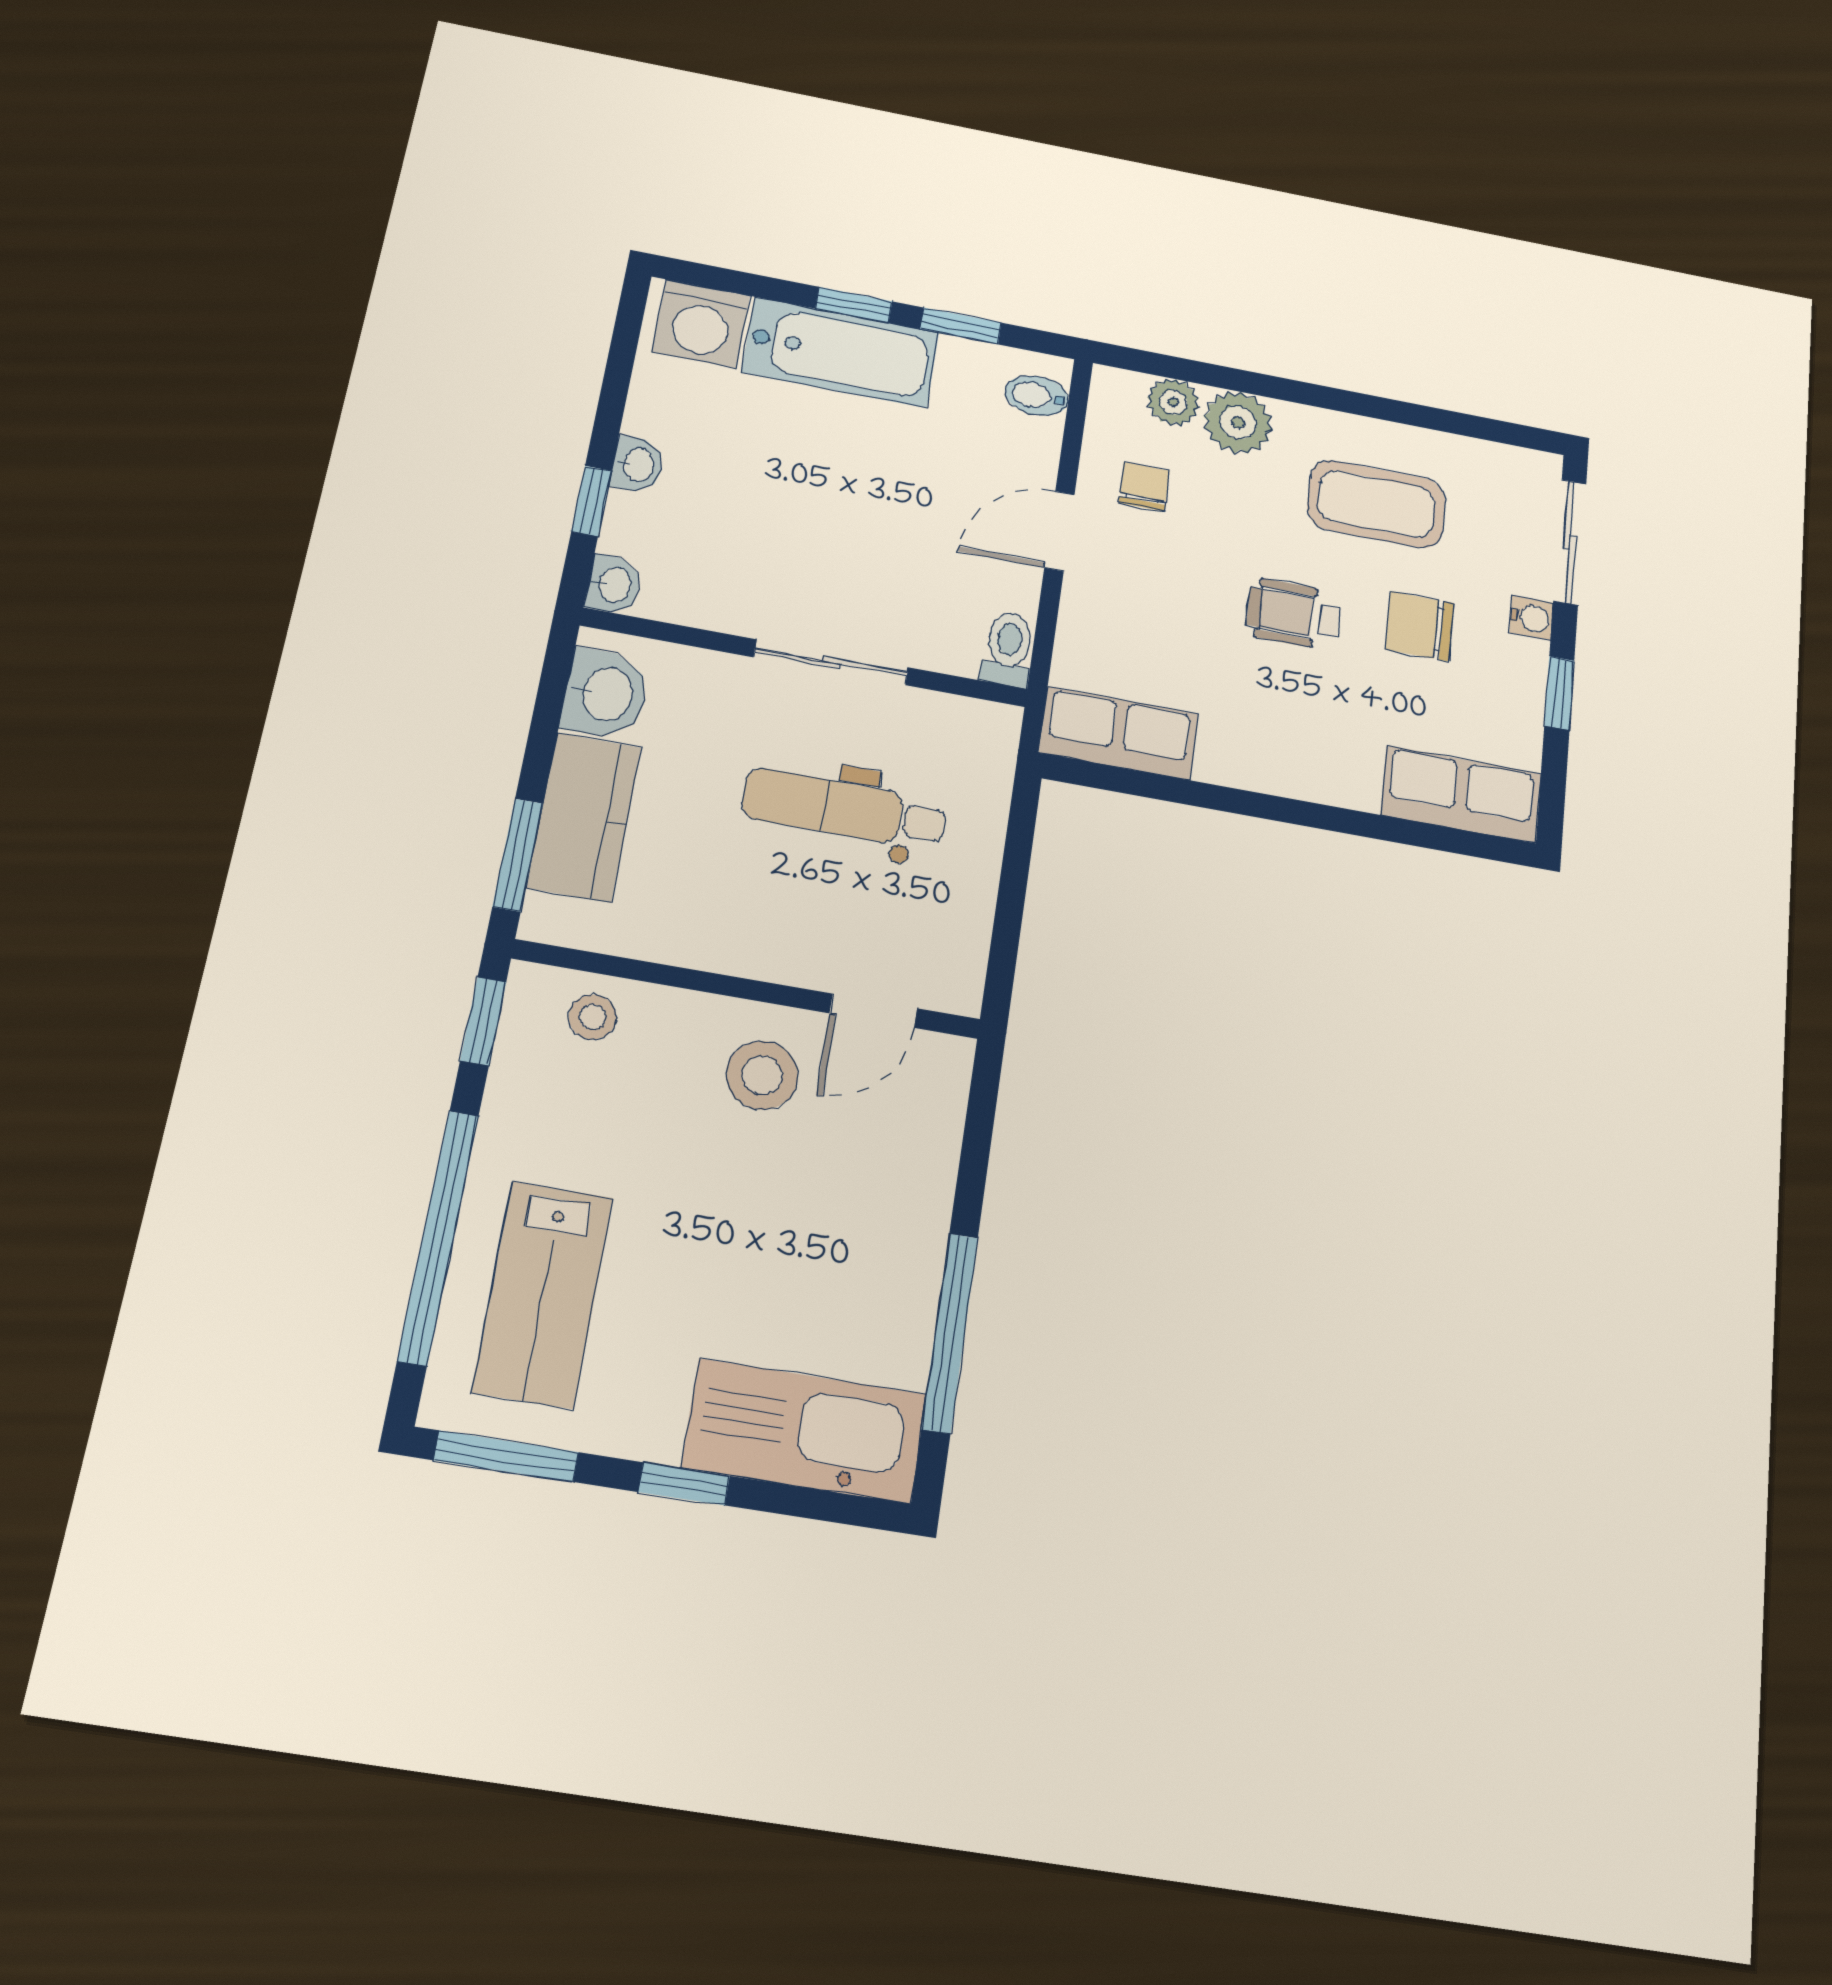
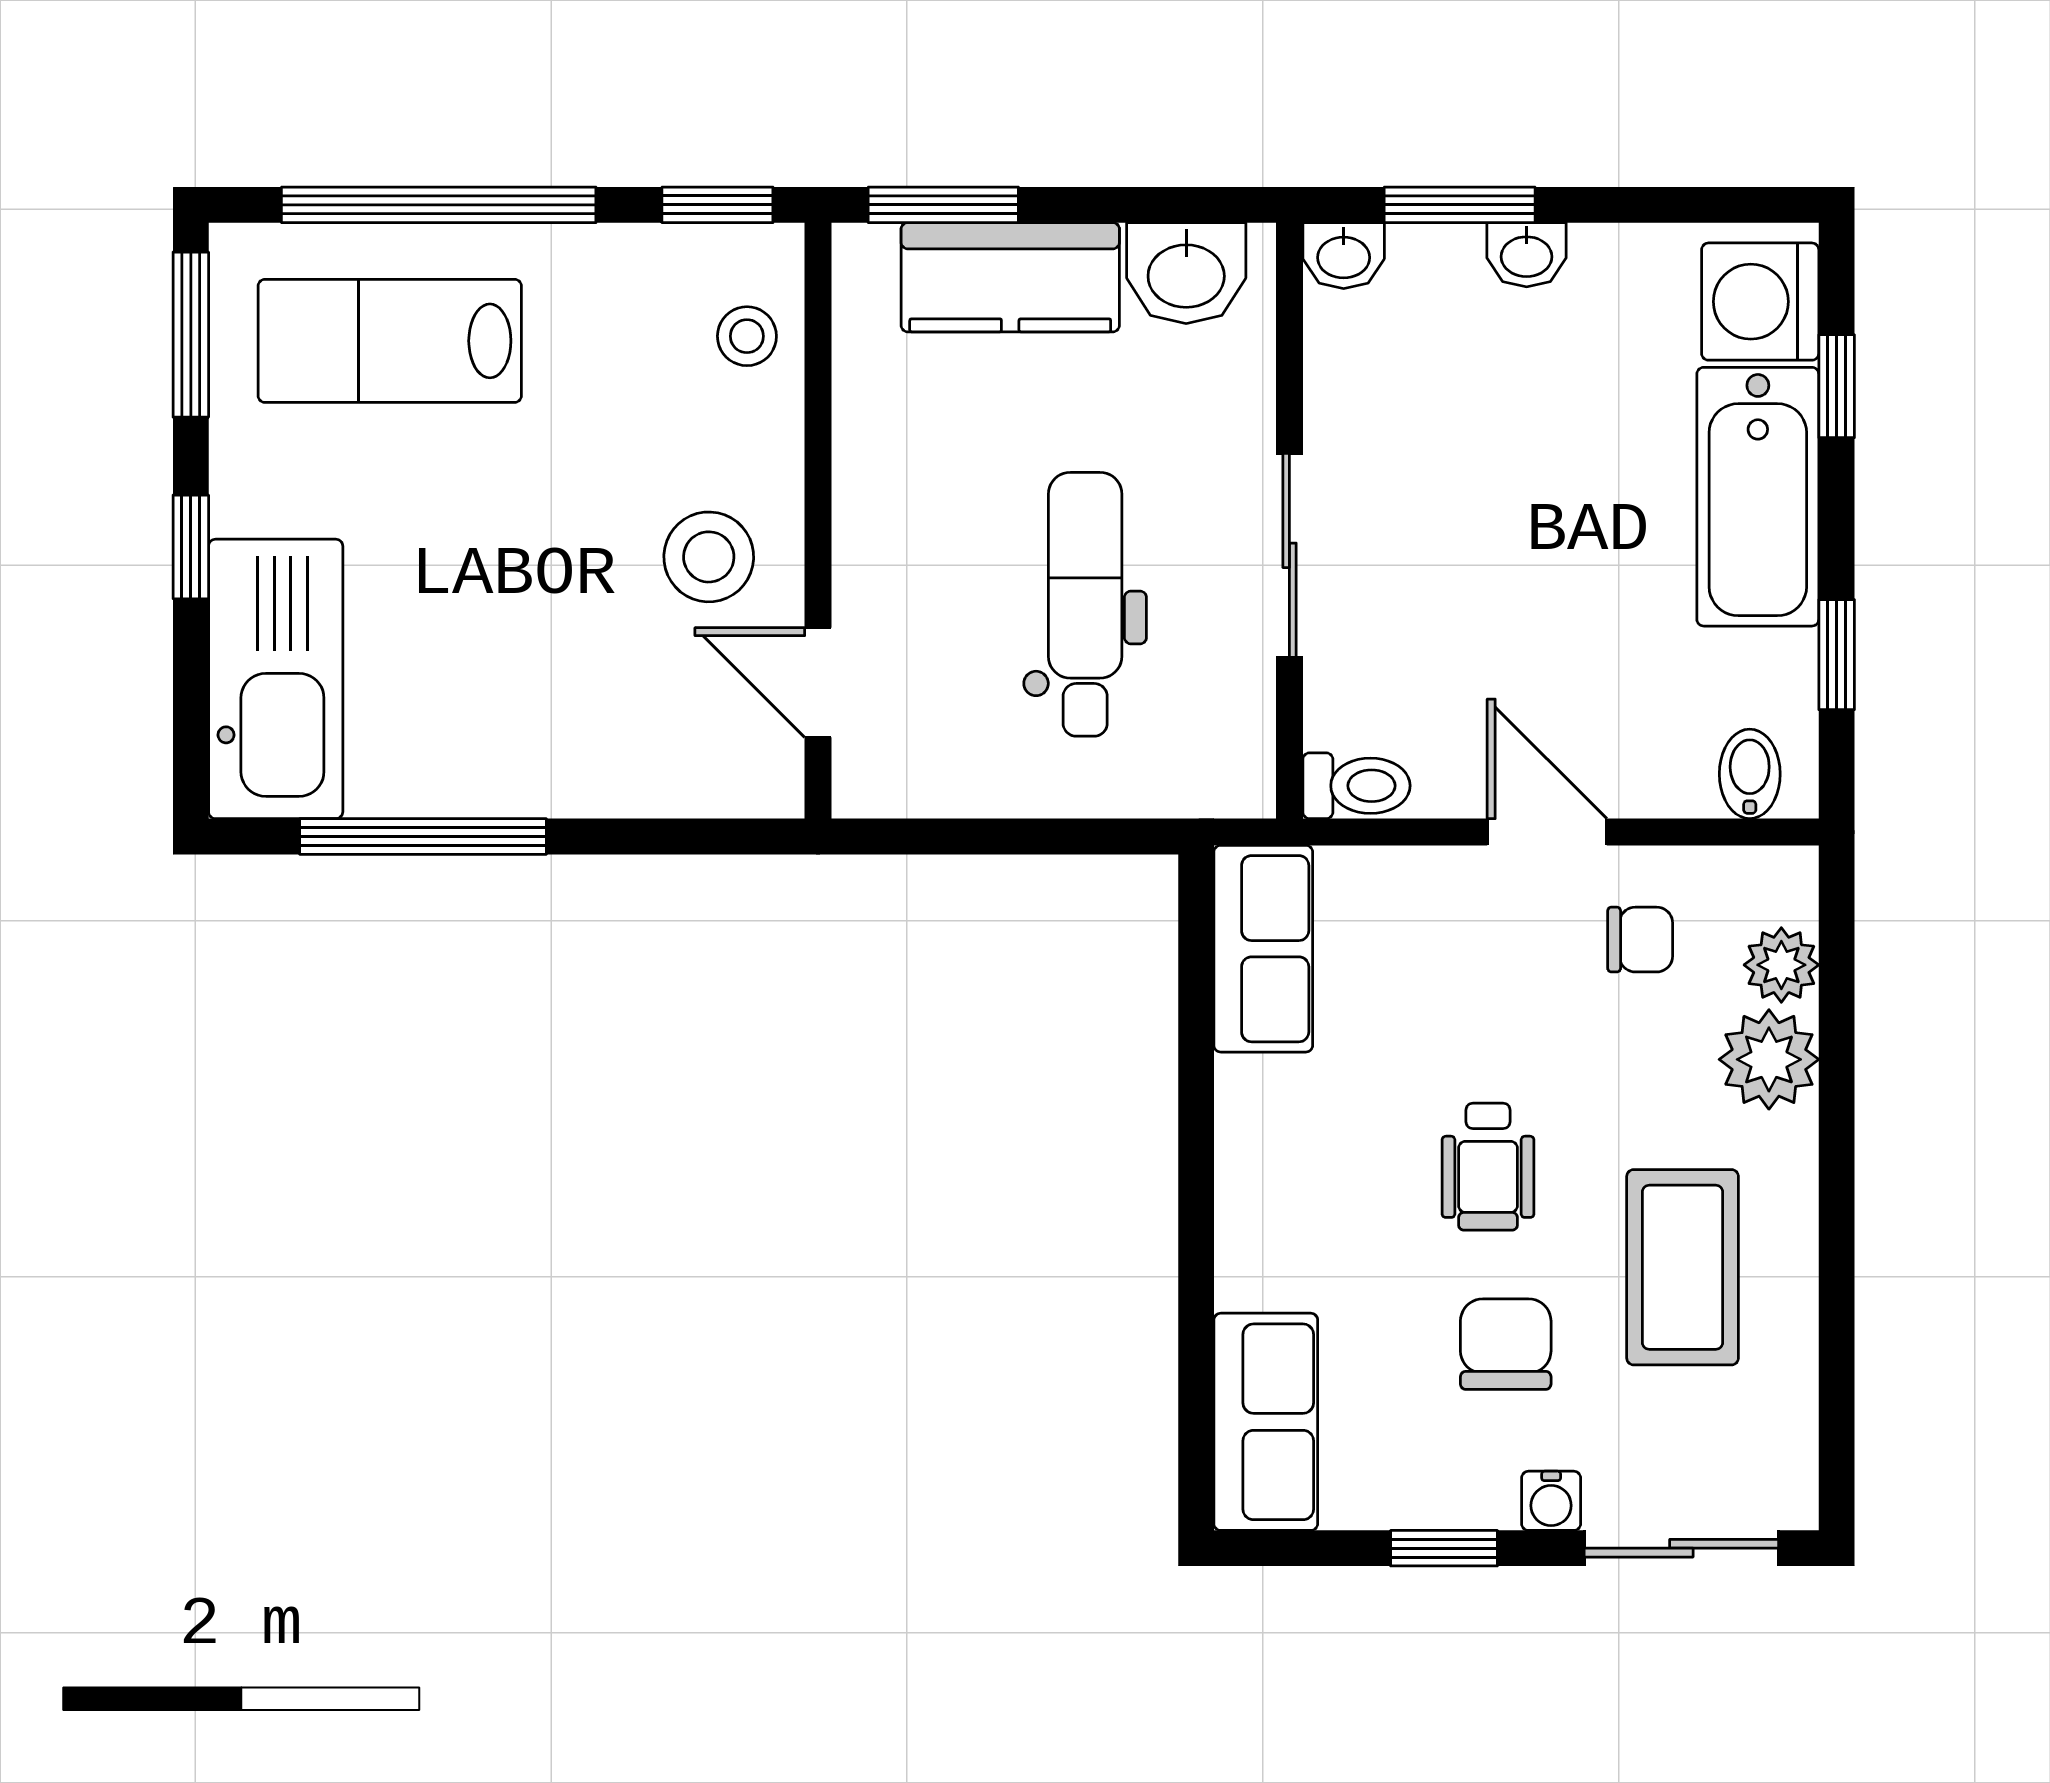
window: (854, 305) -> (1837, 386), moved
window: (591, 501) -> (1460, 205), width x1.50
wheelchair: (1293, 614) -> (1488, 1167), turned 180

